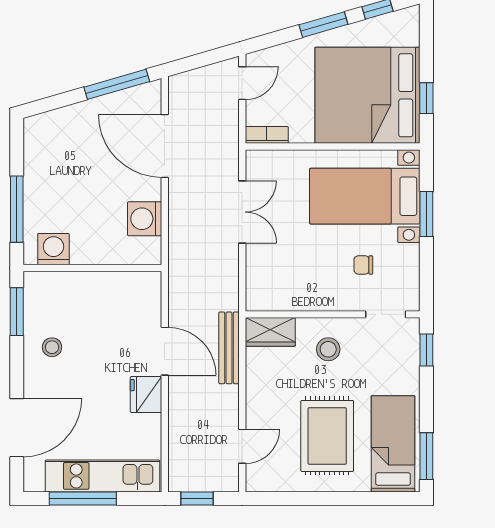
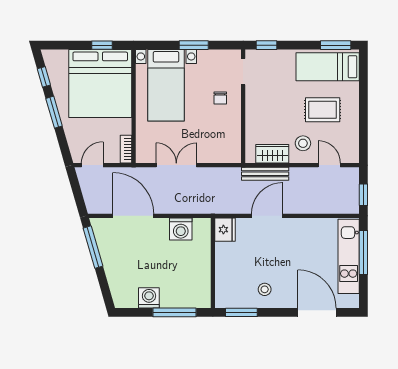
door: (242, 83) -> (92, 165), hinge flipped
door: (165, 146) -> (133, 216), swing flipped
window: (426, 214) -> (194, 45), moved
washing machine: (53, 249) -> (149, 298), moved, turned 90
chair: (363, 265) -> (220, 98), moved
wardrobe: (270, 332) -> (272, 154), moved, turned -90
stool: (328, 349) -> (303, 143), moved
fridge: (146, 395) -> (225, 230), moved, turned -90
rug: (327, 436) -> (323, 110), width x0.73, depth x0.70
window: (83, 499) -> (363, 253), moved

